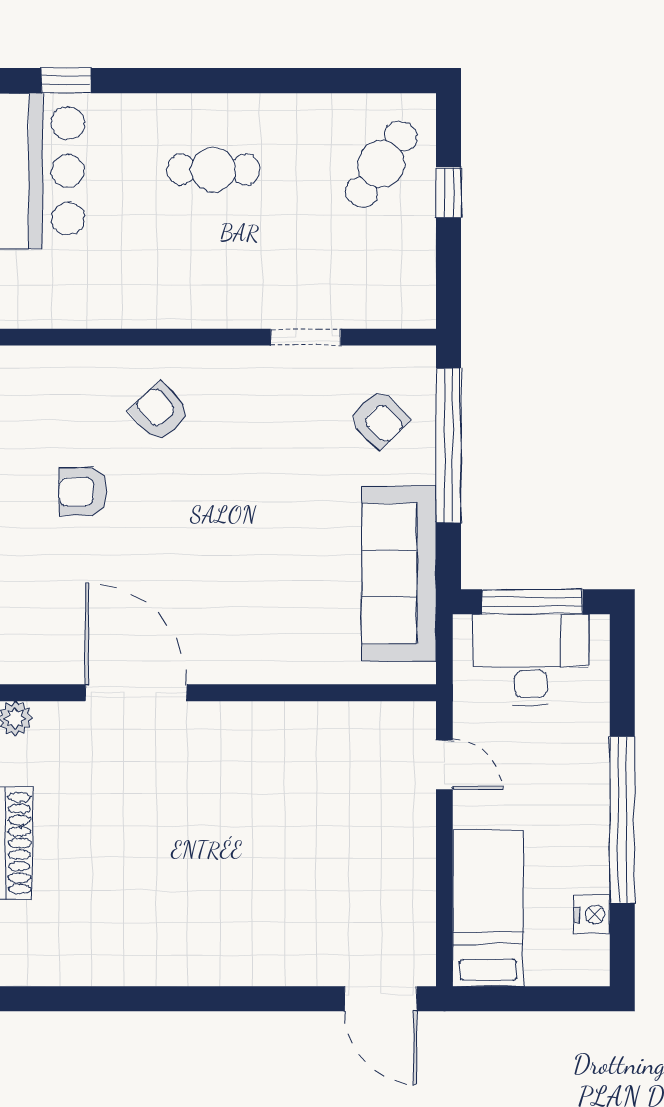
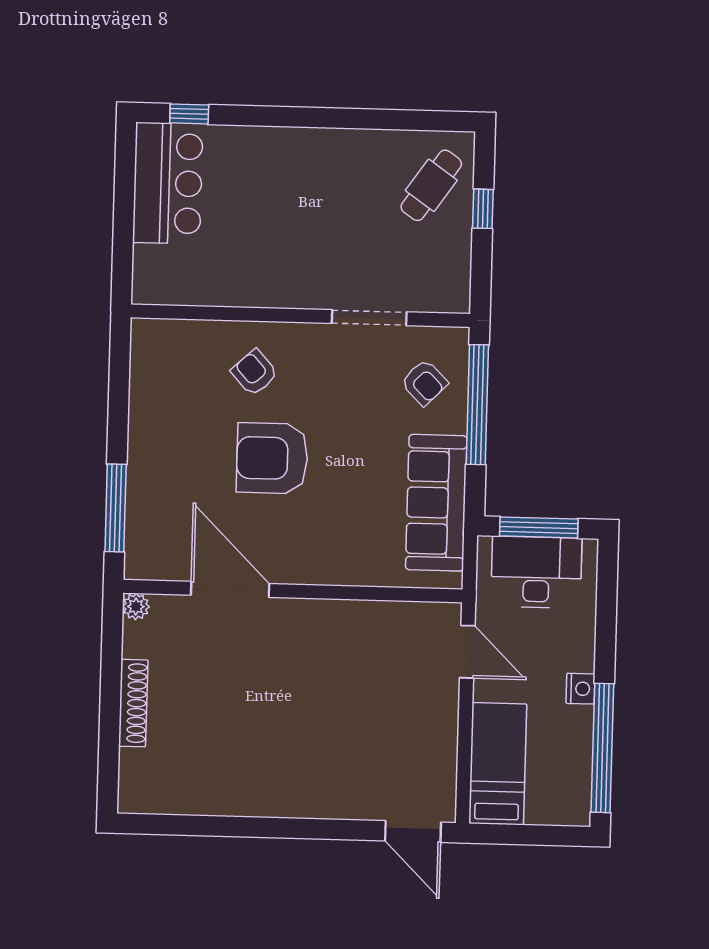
cafe table: (213, 170) -> (301, 186), removed
doorway: (306, 337) -> (369, 318), width x1.38
armchair: (83, 492) -> (272, 458), moved, width x1.88, depth x1.88
door: (444, 765) -> (467, 652), width x1.38
window: (622, 820) -> (602, 748), moved
nightstand: (592, 915) -> (580, 689), moved

